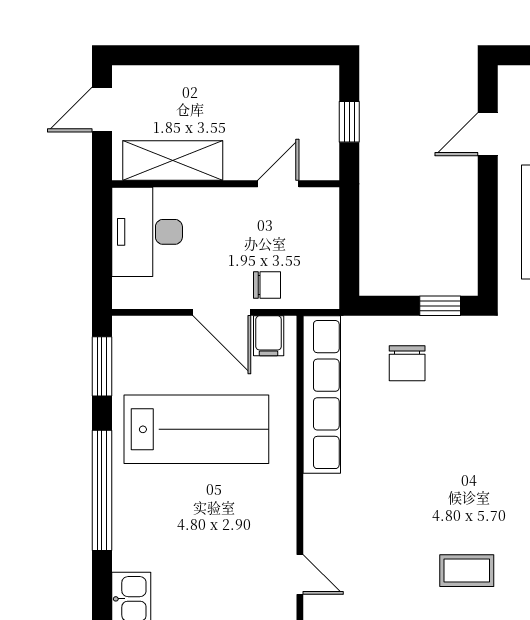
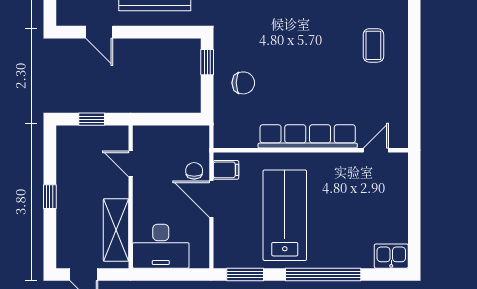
window: (226, 55) -> (50, 197), added
door: (222, 312) -> (211, 199), swing flipped
row of seats: (322, 395) -> (308, 136), moved

